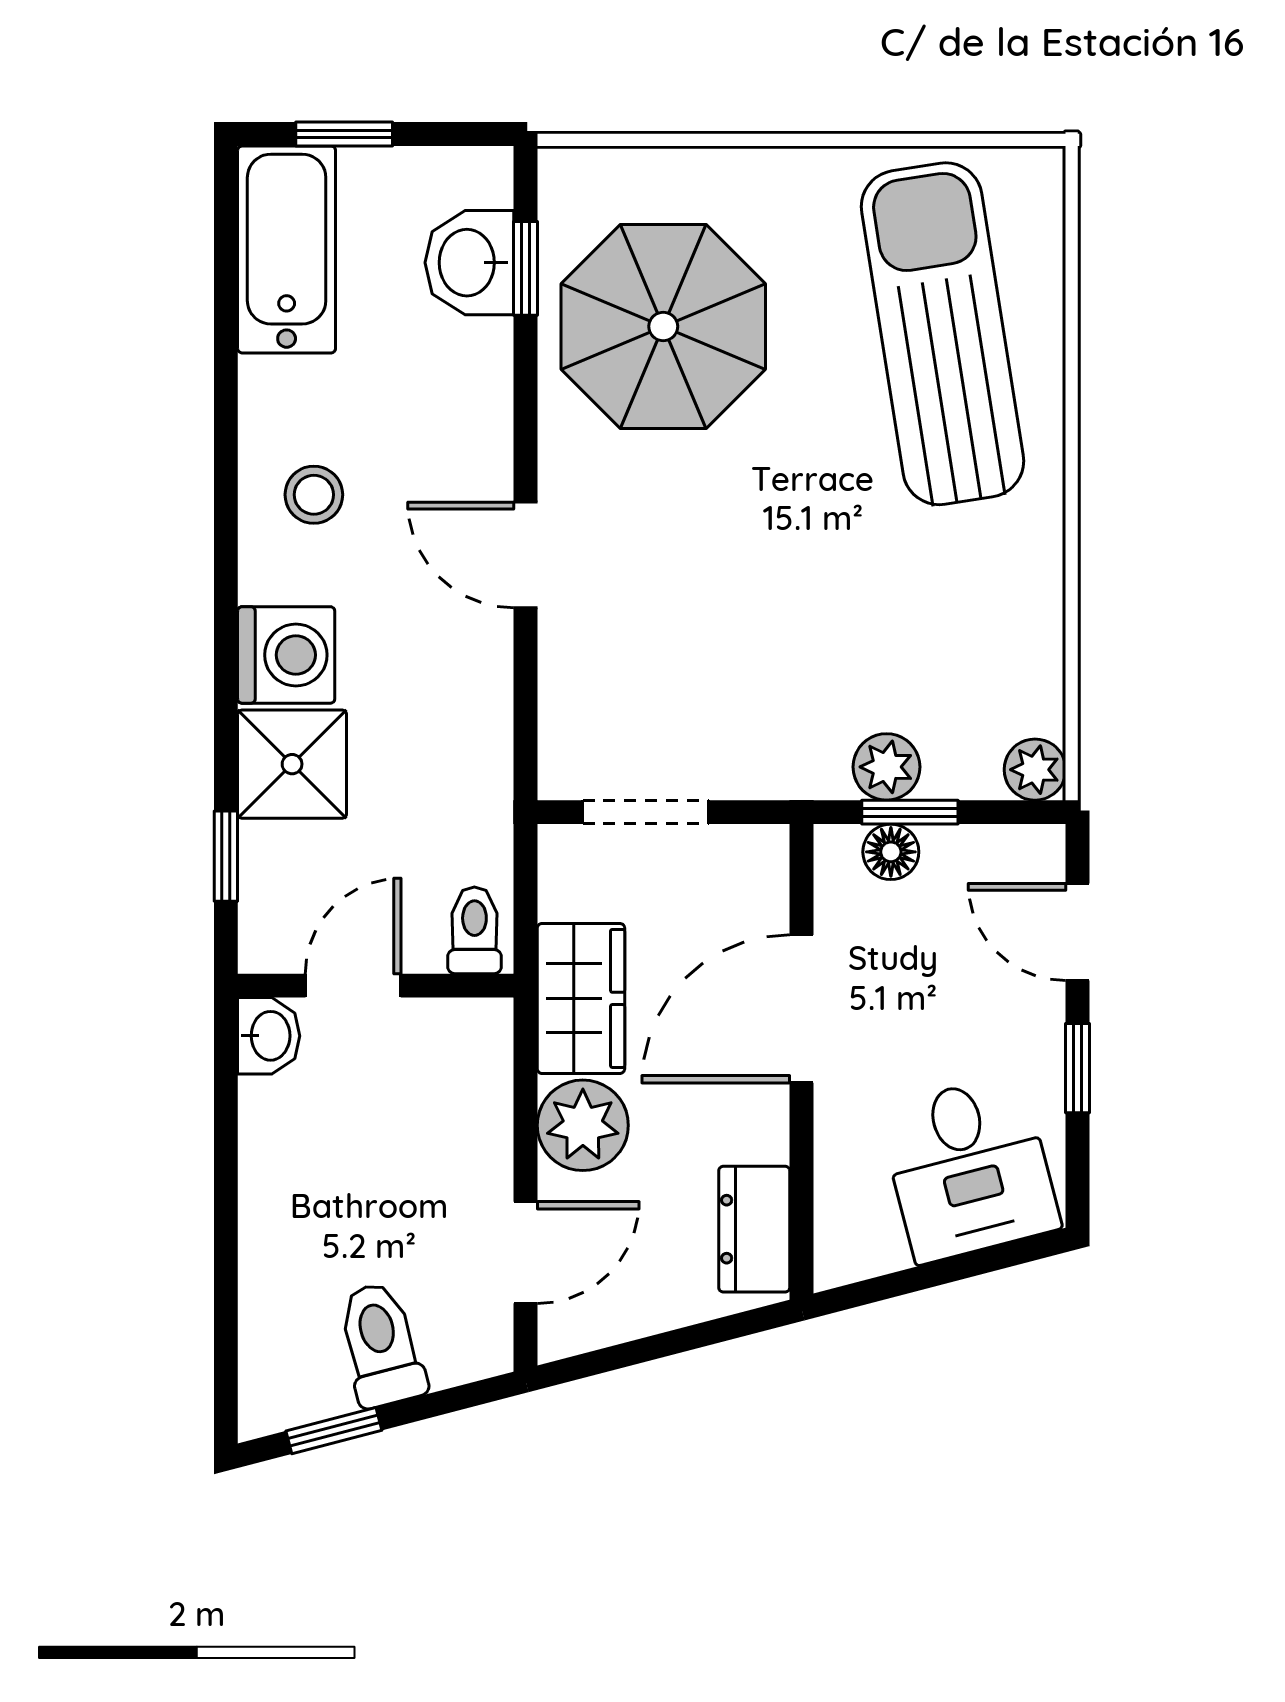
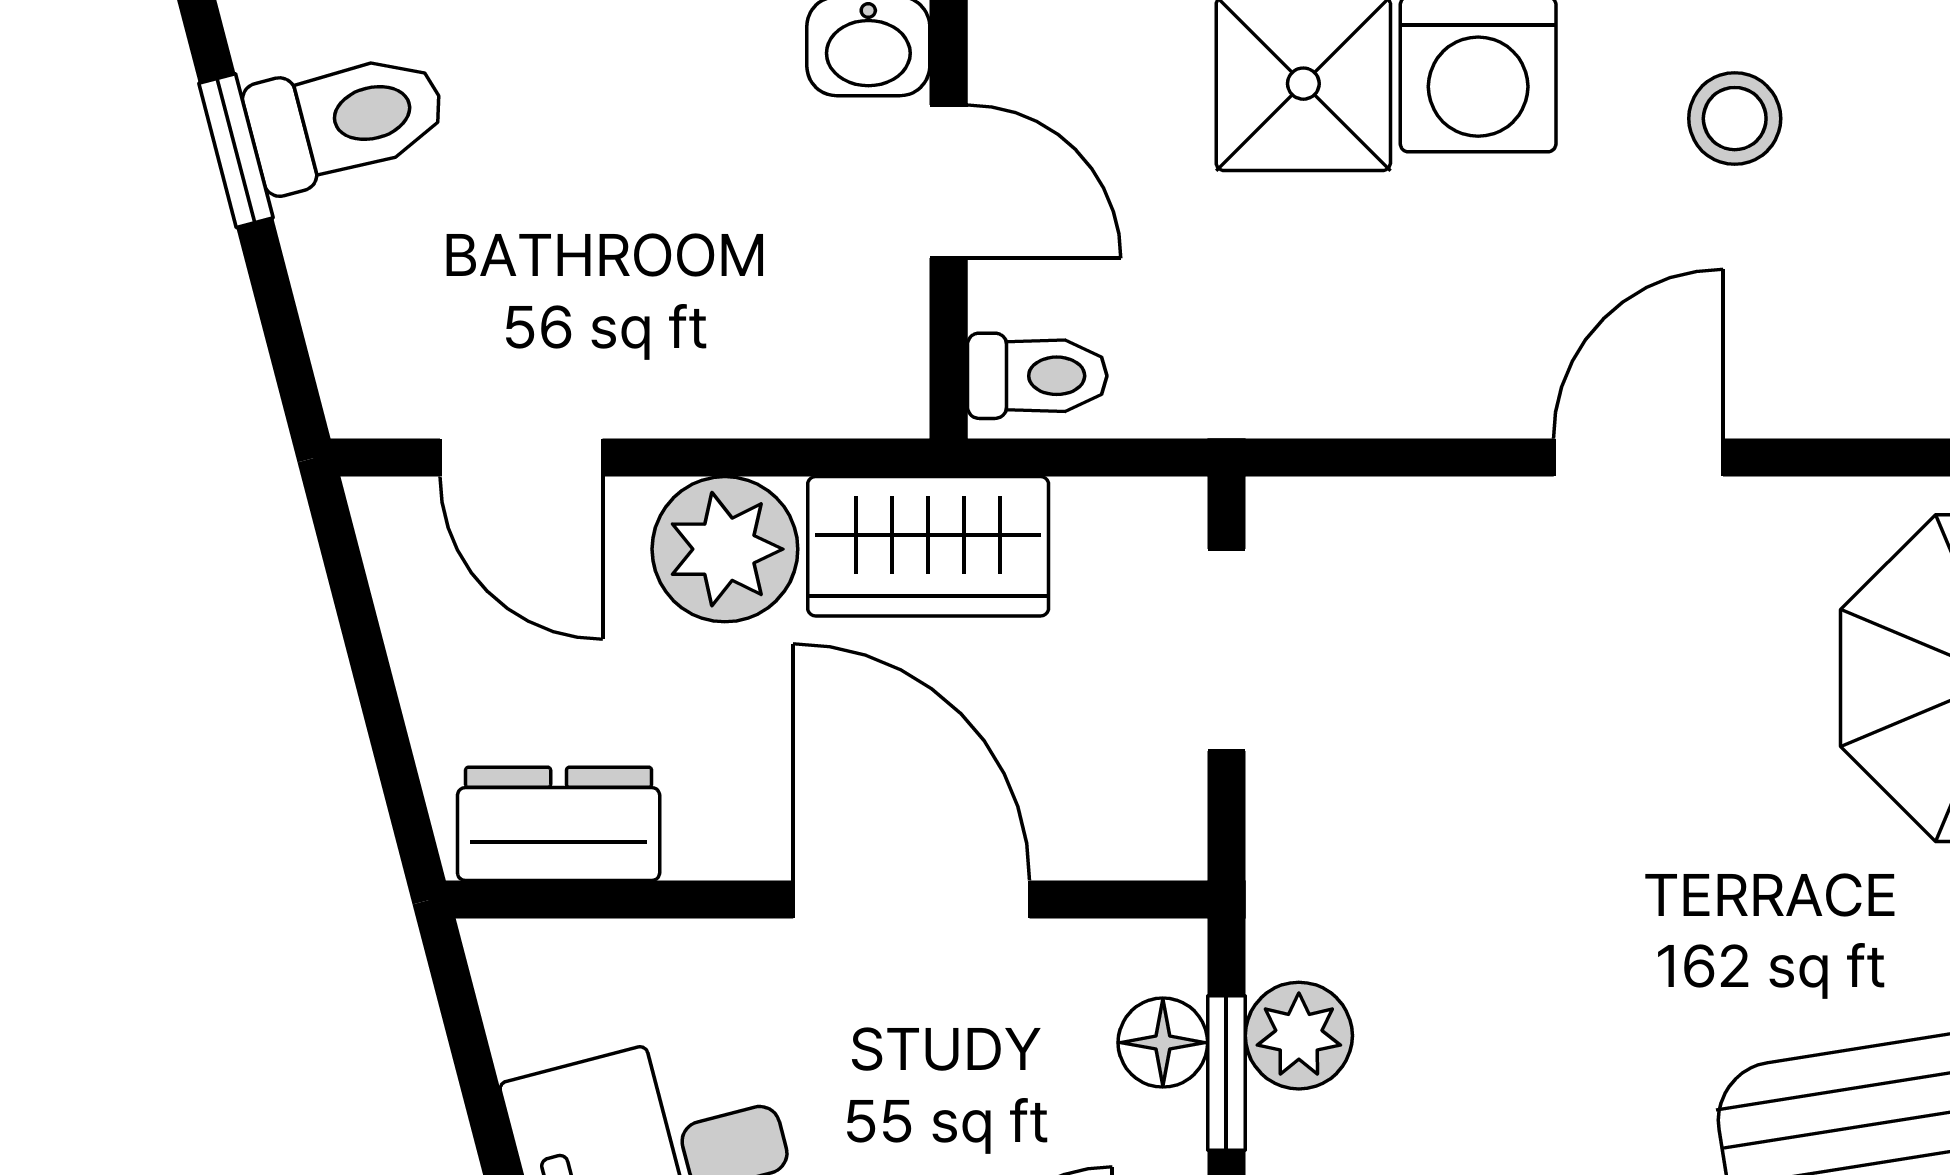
toilet: (381, 1345) -> (346, 120), moved

